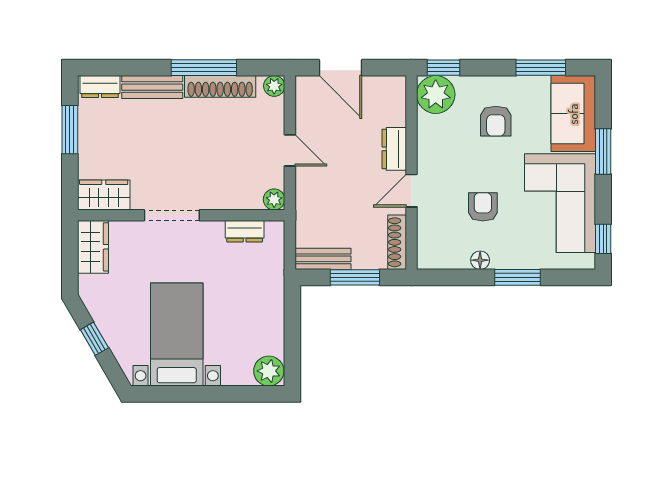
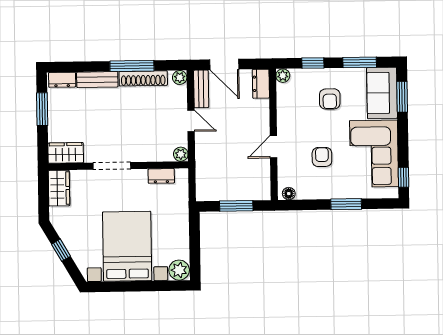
window: (443, 68) -> (313, 63), moved
plant: (436, 95) -> (283, 76), width x0.53, depth x0.53
dresser: (394, 149) -> (261, 84), moved
window: (603, 151) -> (402, 97), moved
shoe rack: (397, 242) -> (264, 182), removed
bench: (323, 259) -> (201, 89), moved, turned 90
floor lamp: (480, 260) -> (289, 194), moved
bed with nightstands: (177, 334) -> (127, 246), width x1.36

